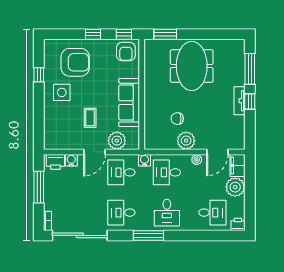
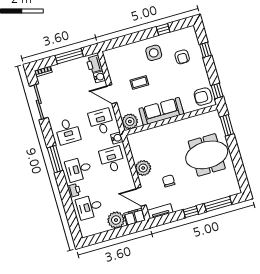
window: (93, 34) -> (205, 50), moved
armchair: (75, 62) -> (182, 57), width x0.53, depth x0.53
tv unit: (239, 101) -> (160, 211), moved
chair: (177, 119) -> (169, 181), moved
plant: (117, 141) -> (130, 121), moved
plant: (197, 160) -> (130, 181), removed
desk: (121, 213) -> (68, 131), turned 180
desk: (212, 213) -> (89, 207), turned 90
printer: (238, 224) -> (74, 190), moved
sliding door: (80, 235) -> (39, 102), width x0.73

